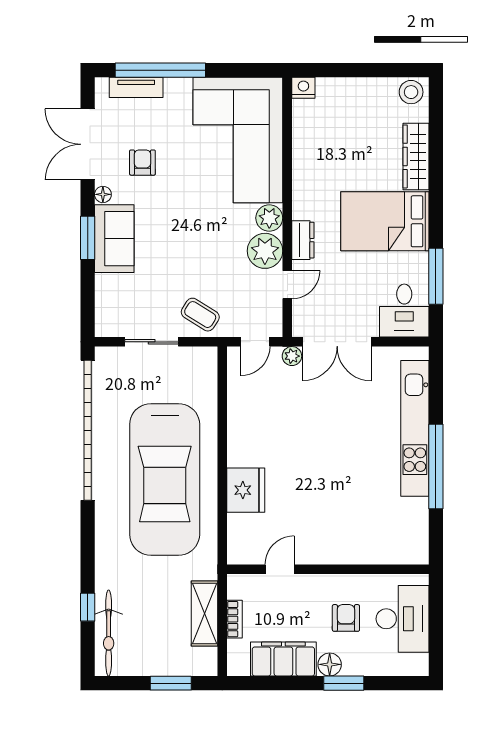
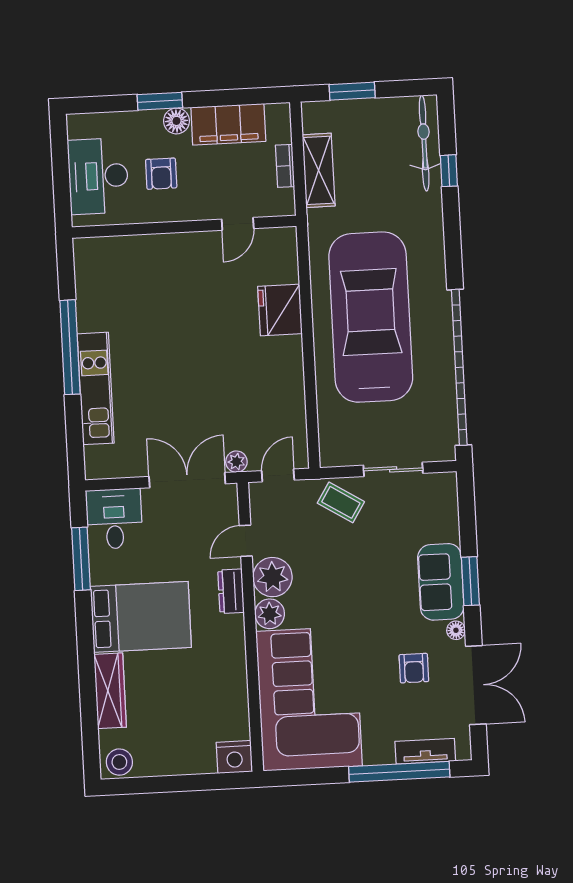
nightstand: (303, 88) -> (234, 757), width x1.36, depth x1.33
kitchen unit: (415, 428) -> (96, 388), width x0.73

